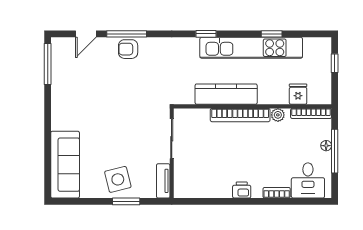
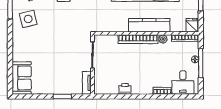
kitchen counter: (226, 94) -> (149, 25), moved
fridge: (298, 94) -> (192, 25), moved
sofa: (65, 165) -> (22, 78), width x0.73
side table: (118, 179) -> (28, 19), moved
printer: (242, 190) -> (125, 89), moved

